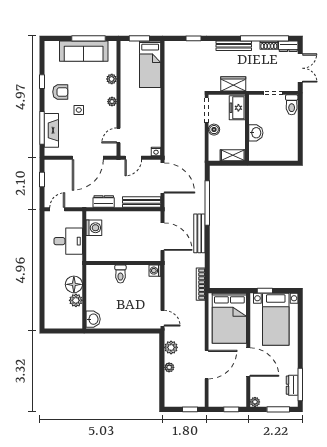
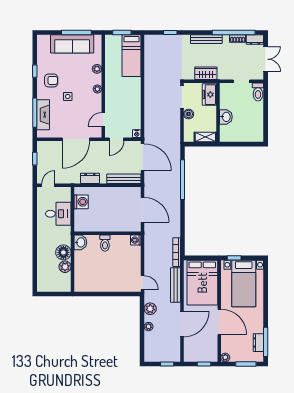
bench: (199, 233) -> (175, 285), moved
washbasin: (93, 319) -> (80, 242), moved

